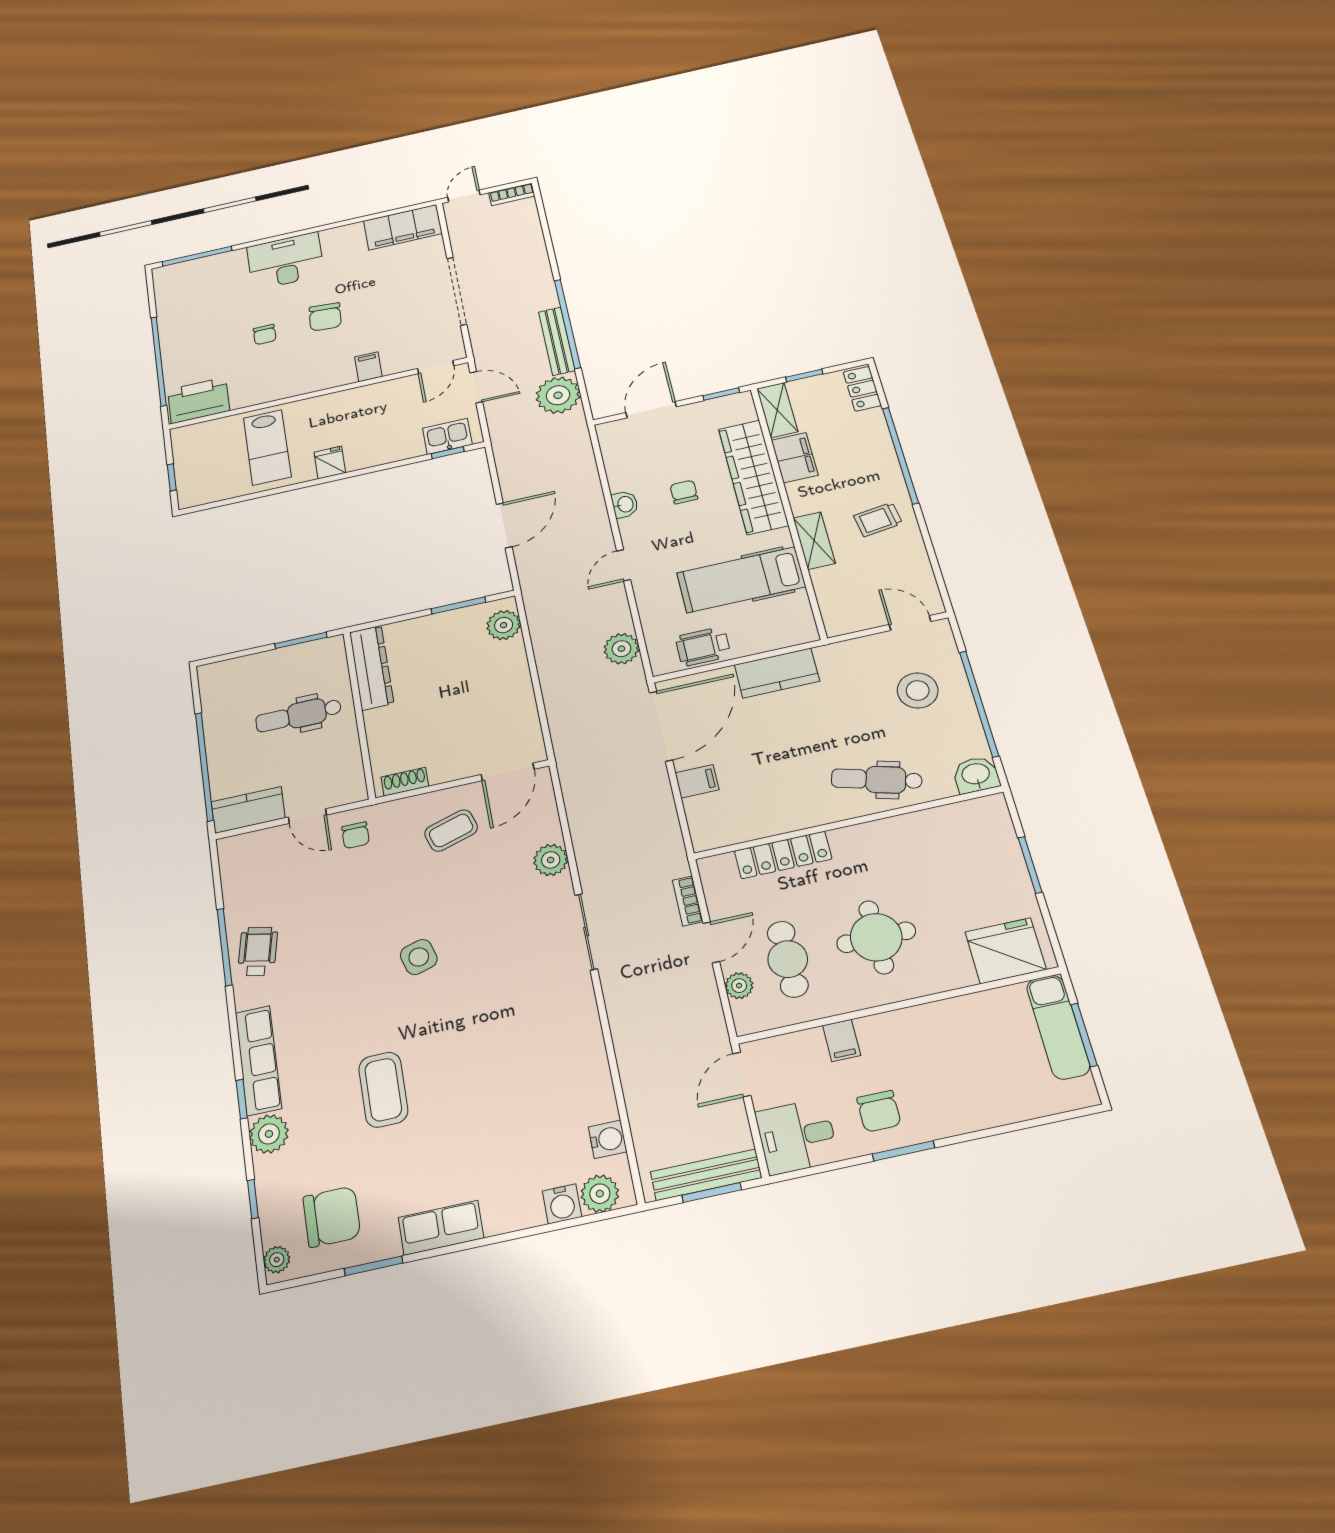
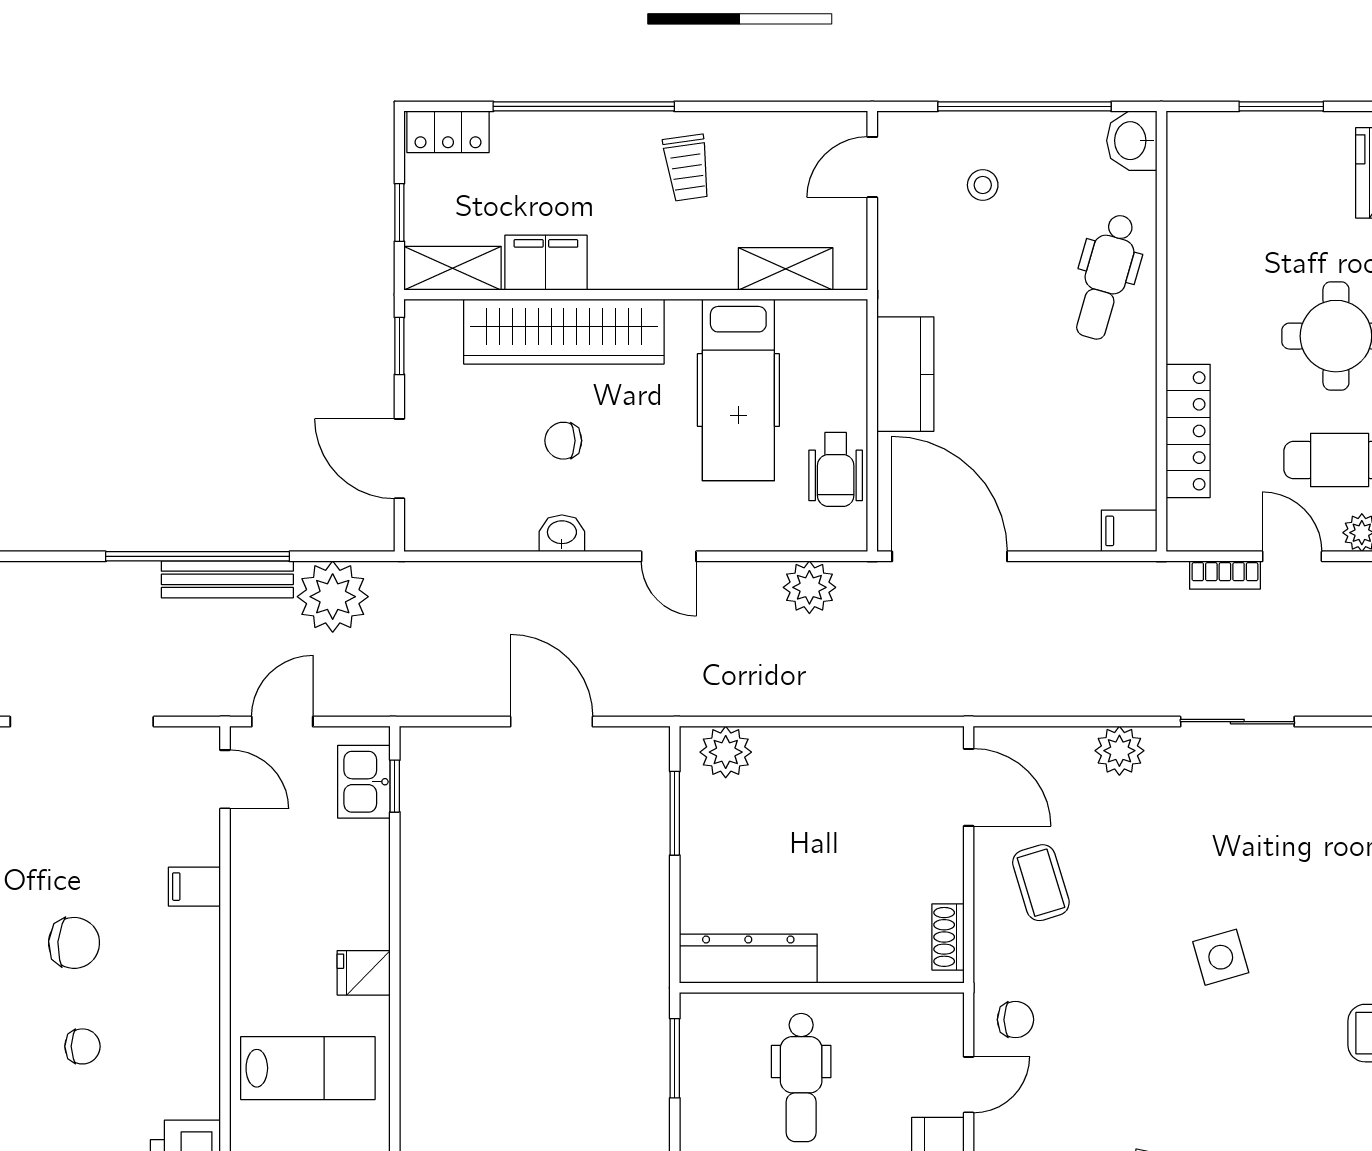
shelving: (814, 541) -> (786, 269), moved
stool: (918, 690) -> (983, 185), width x0.53, depth x0.53
filing cabinet: (697, 781) -> (1129, 531), moved, turned -90

